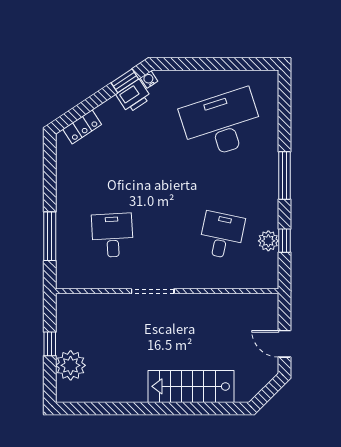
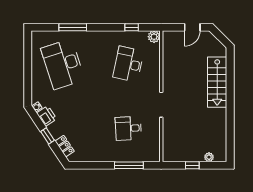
window: (125, 81) -> (47, 136), moved
window: (284, 175) -> (73, 27), moved
desk: (222, 235) -> (128, 64), width x1.37
plant: (268, 241) -> (154, 37), moved
plant: (71, 365) -> (209, 157), width x0.53, depth x0.53

